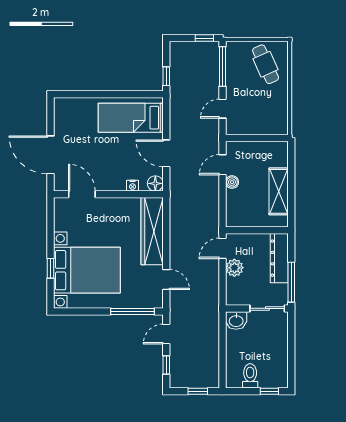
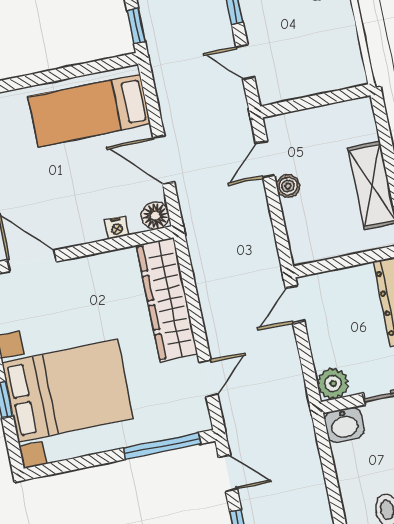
door: (222, 109) -> (245, 62), hinge flipped
plant: (234, 268) -> (333, 384), moved
door: (166, 279) -> (208, 378), hinge flipped
door: (166, 334) -> (228, 473), swing flipped

